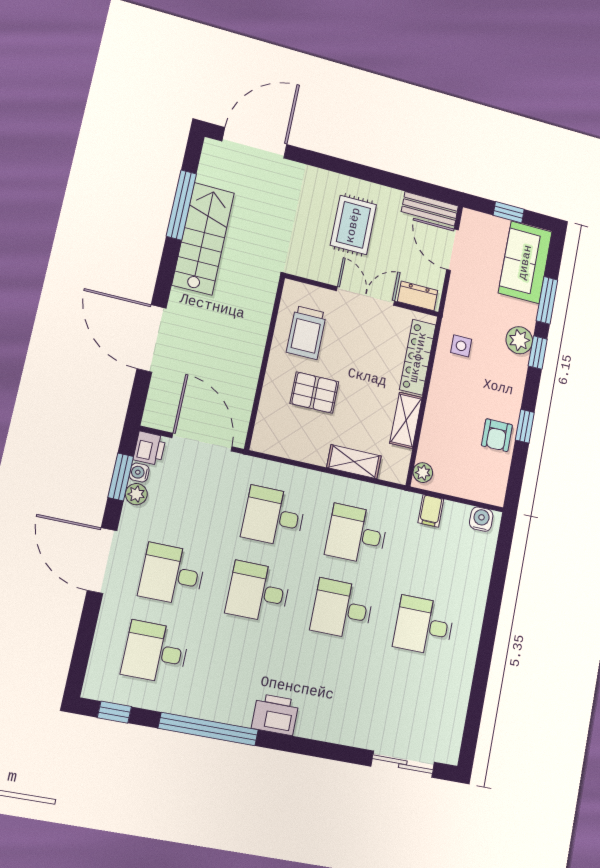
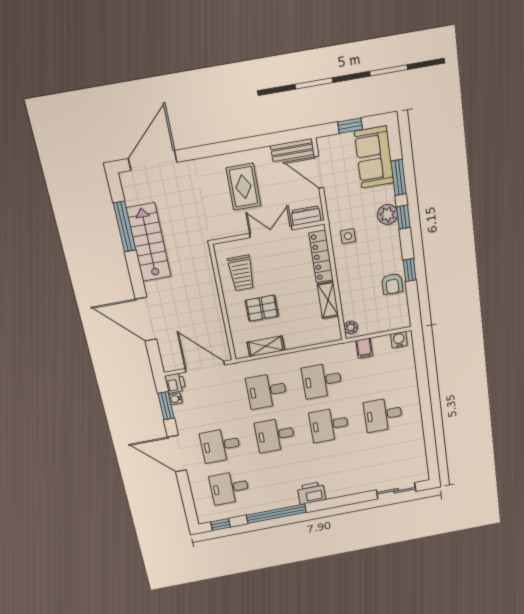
shelving: (354, 462) -> (266, 346), moved
plant: (136, 494) -> (180, 411), removed

